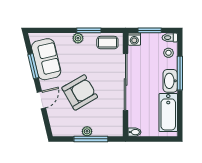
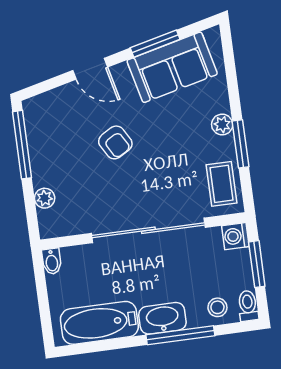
armchair: (80, 92) -> (115, 142), width x0.53, depth x0.53
plant: (87, 131) -> (45, 198), moved
window: (91, 139) -> (22, 145), moved

